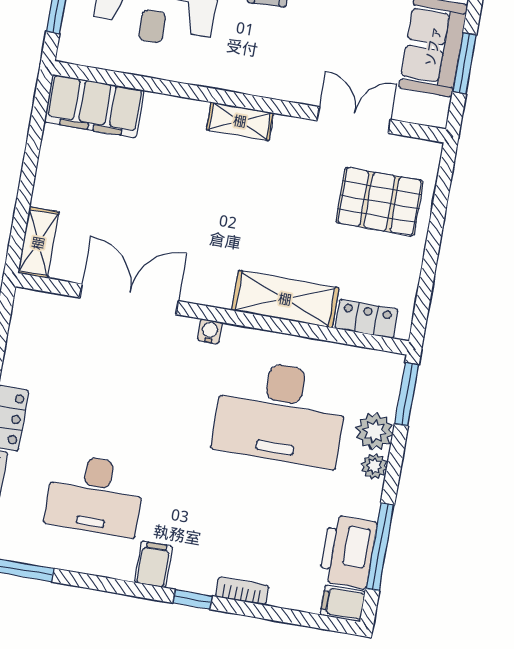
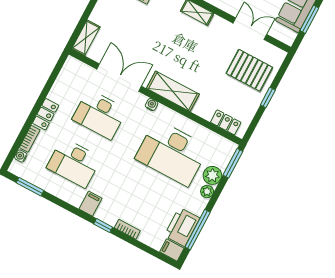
window: (433, 243) -> (268, 97), added
shelving: (285, 299) -> (173, 91), moved
desk: (114, 384) -> (100, 114), added

